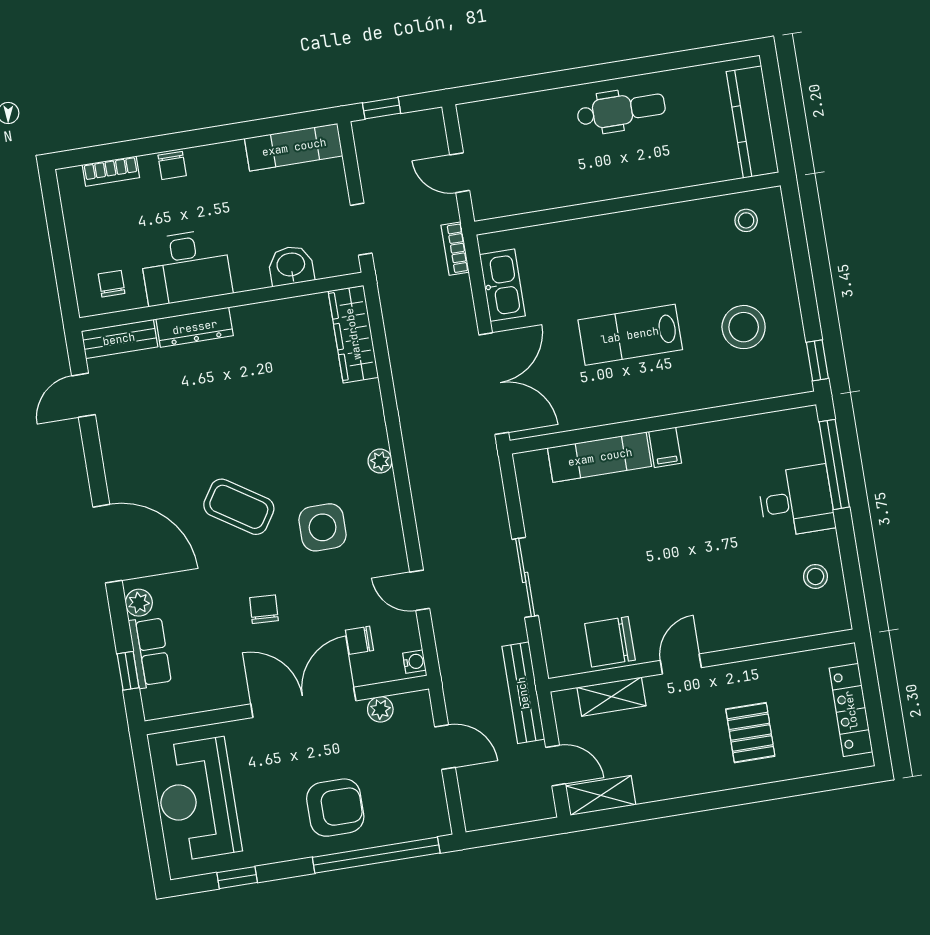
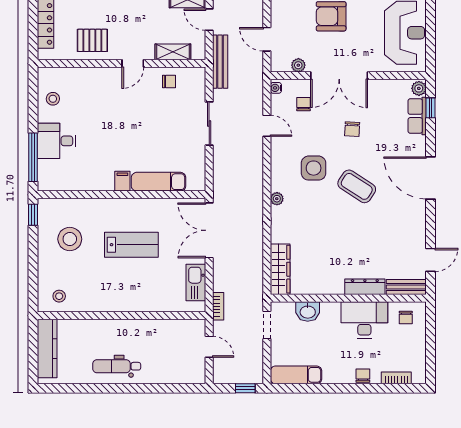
plant: (139, 603) -> (419, 88), moved
chair: (359, 640) -> (303, 104), turned -90
chair: (610, 642) -> (169, 82), width x0.54, depth x0.54
pallet: (750, 733) -> (92, 40), moved, turned 90

